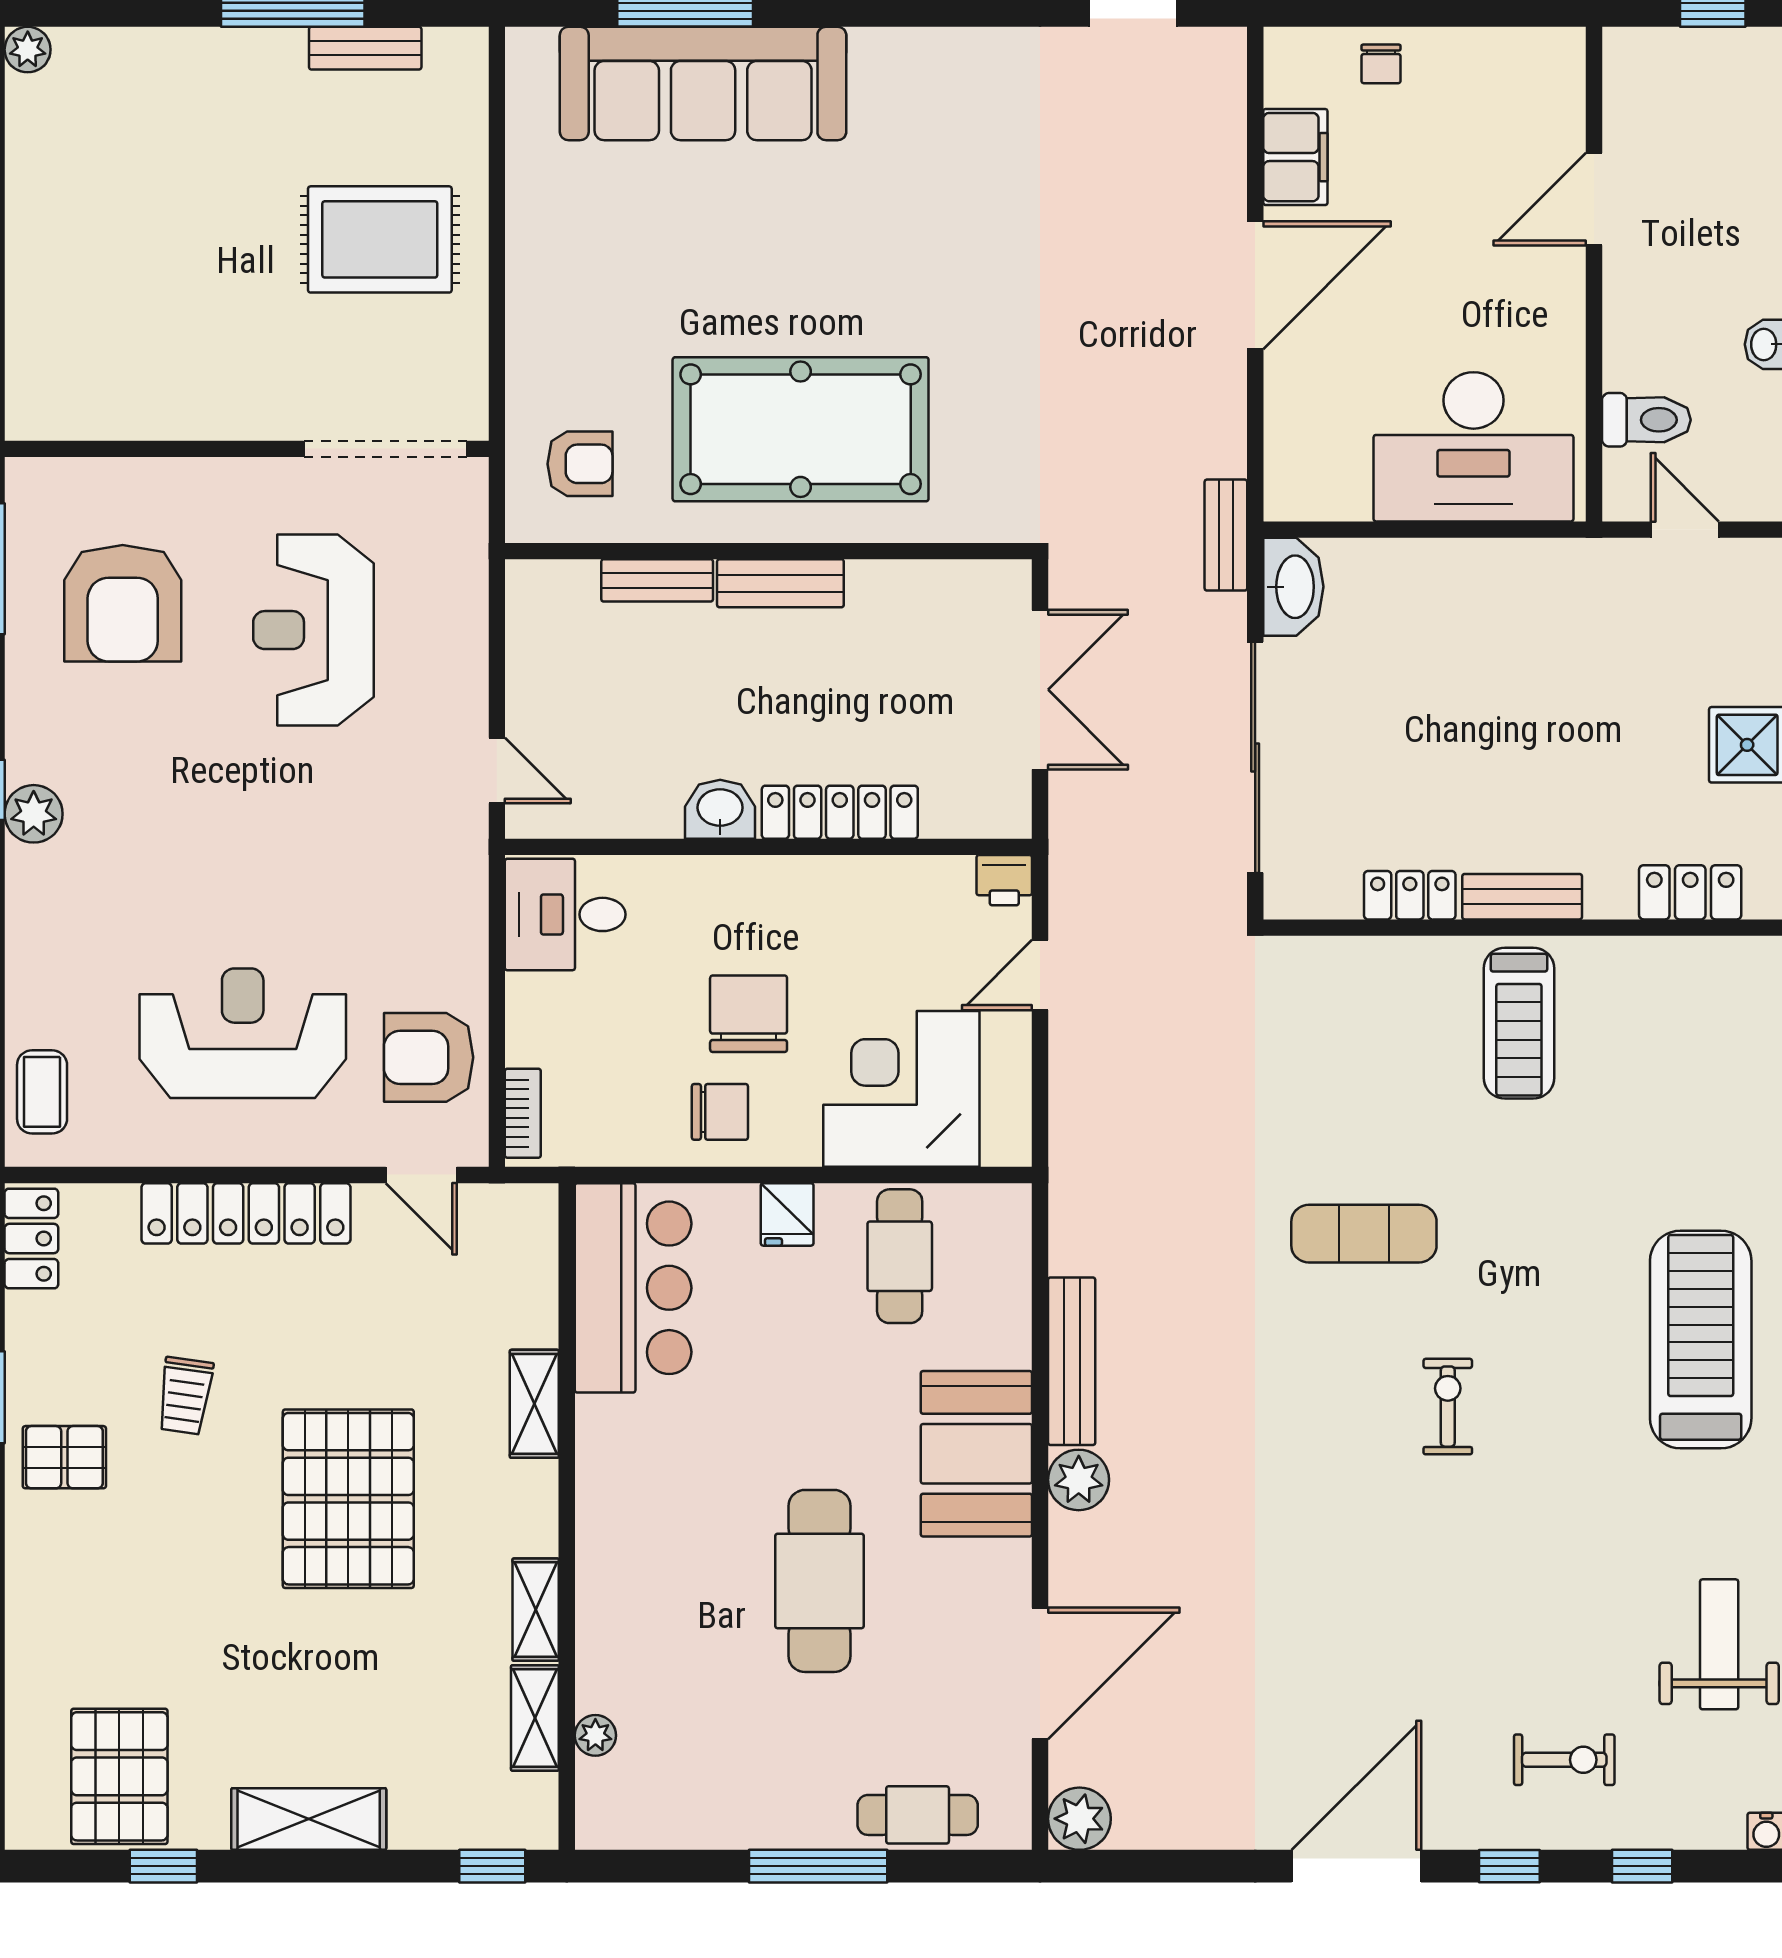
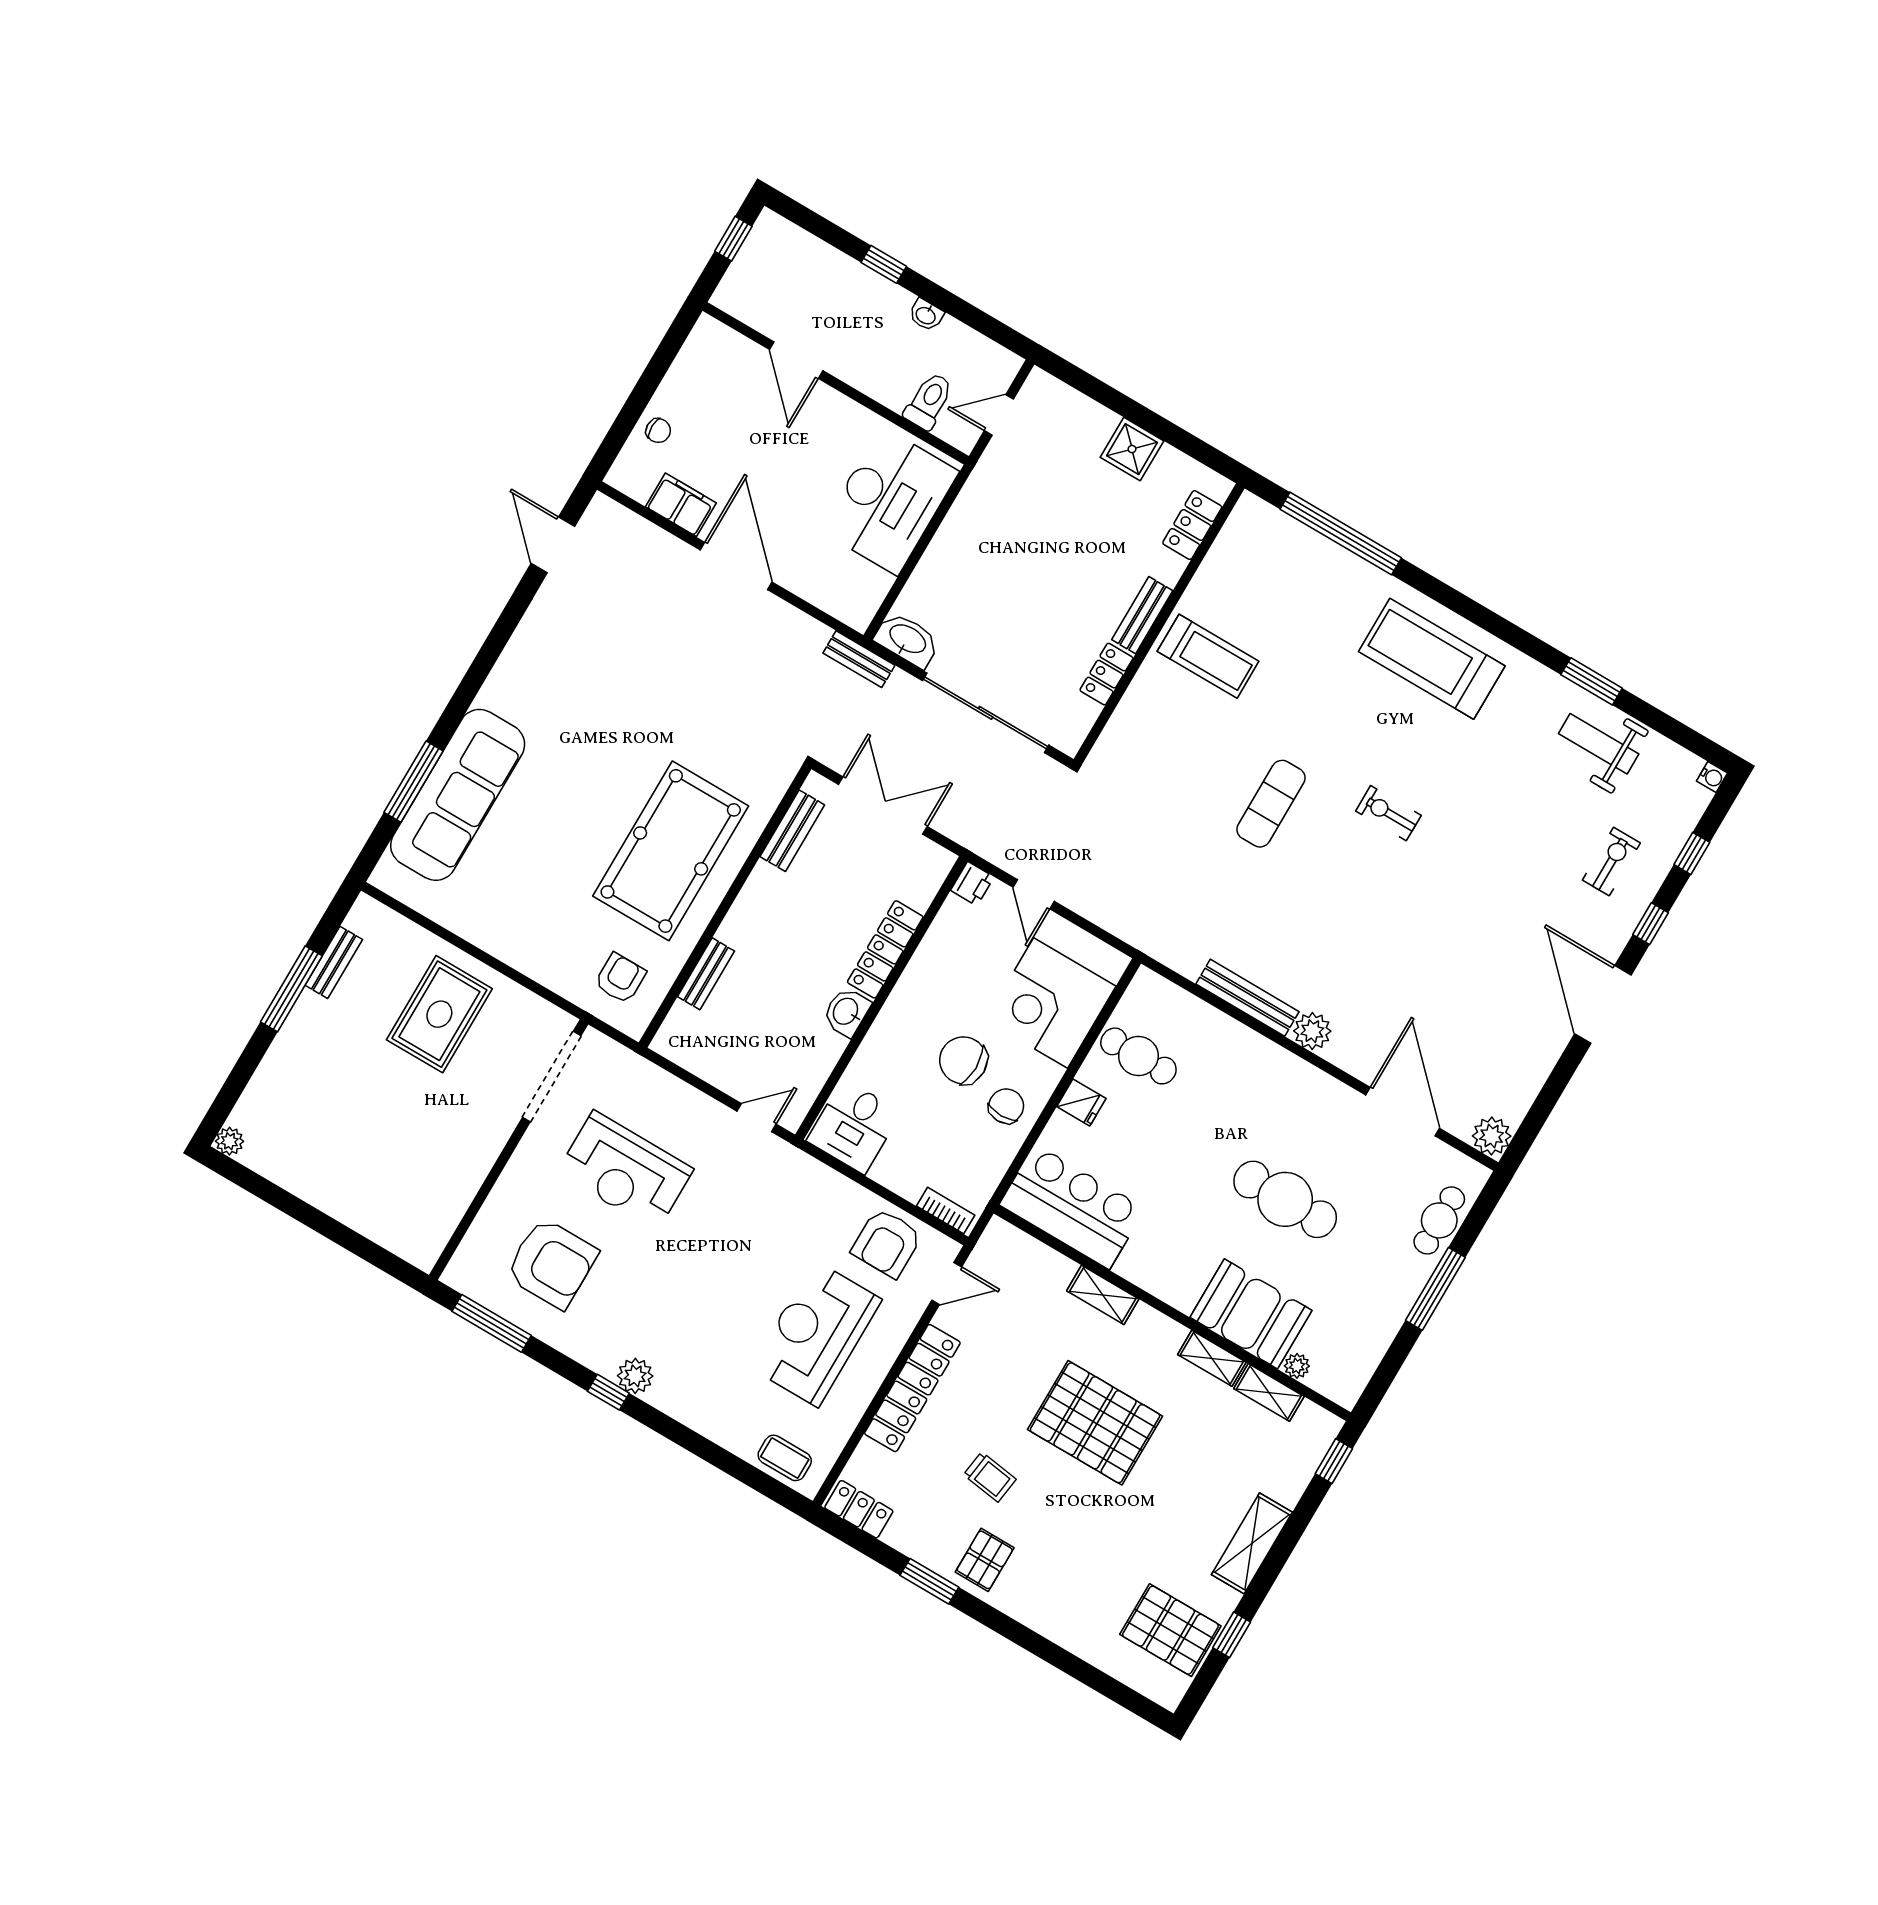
bench: (780, 583) -> (792, 831), moved
booth: (976, 1454) -> (1251, 1314), moved

